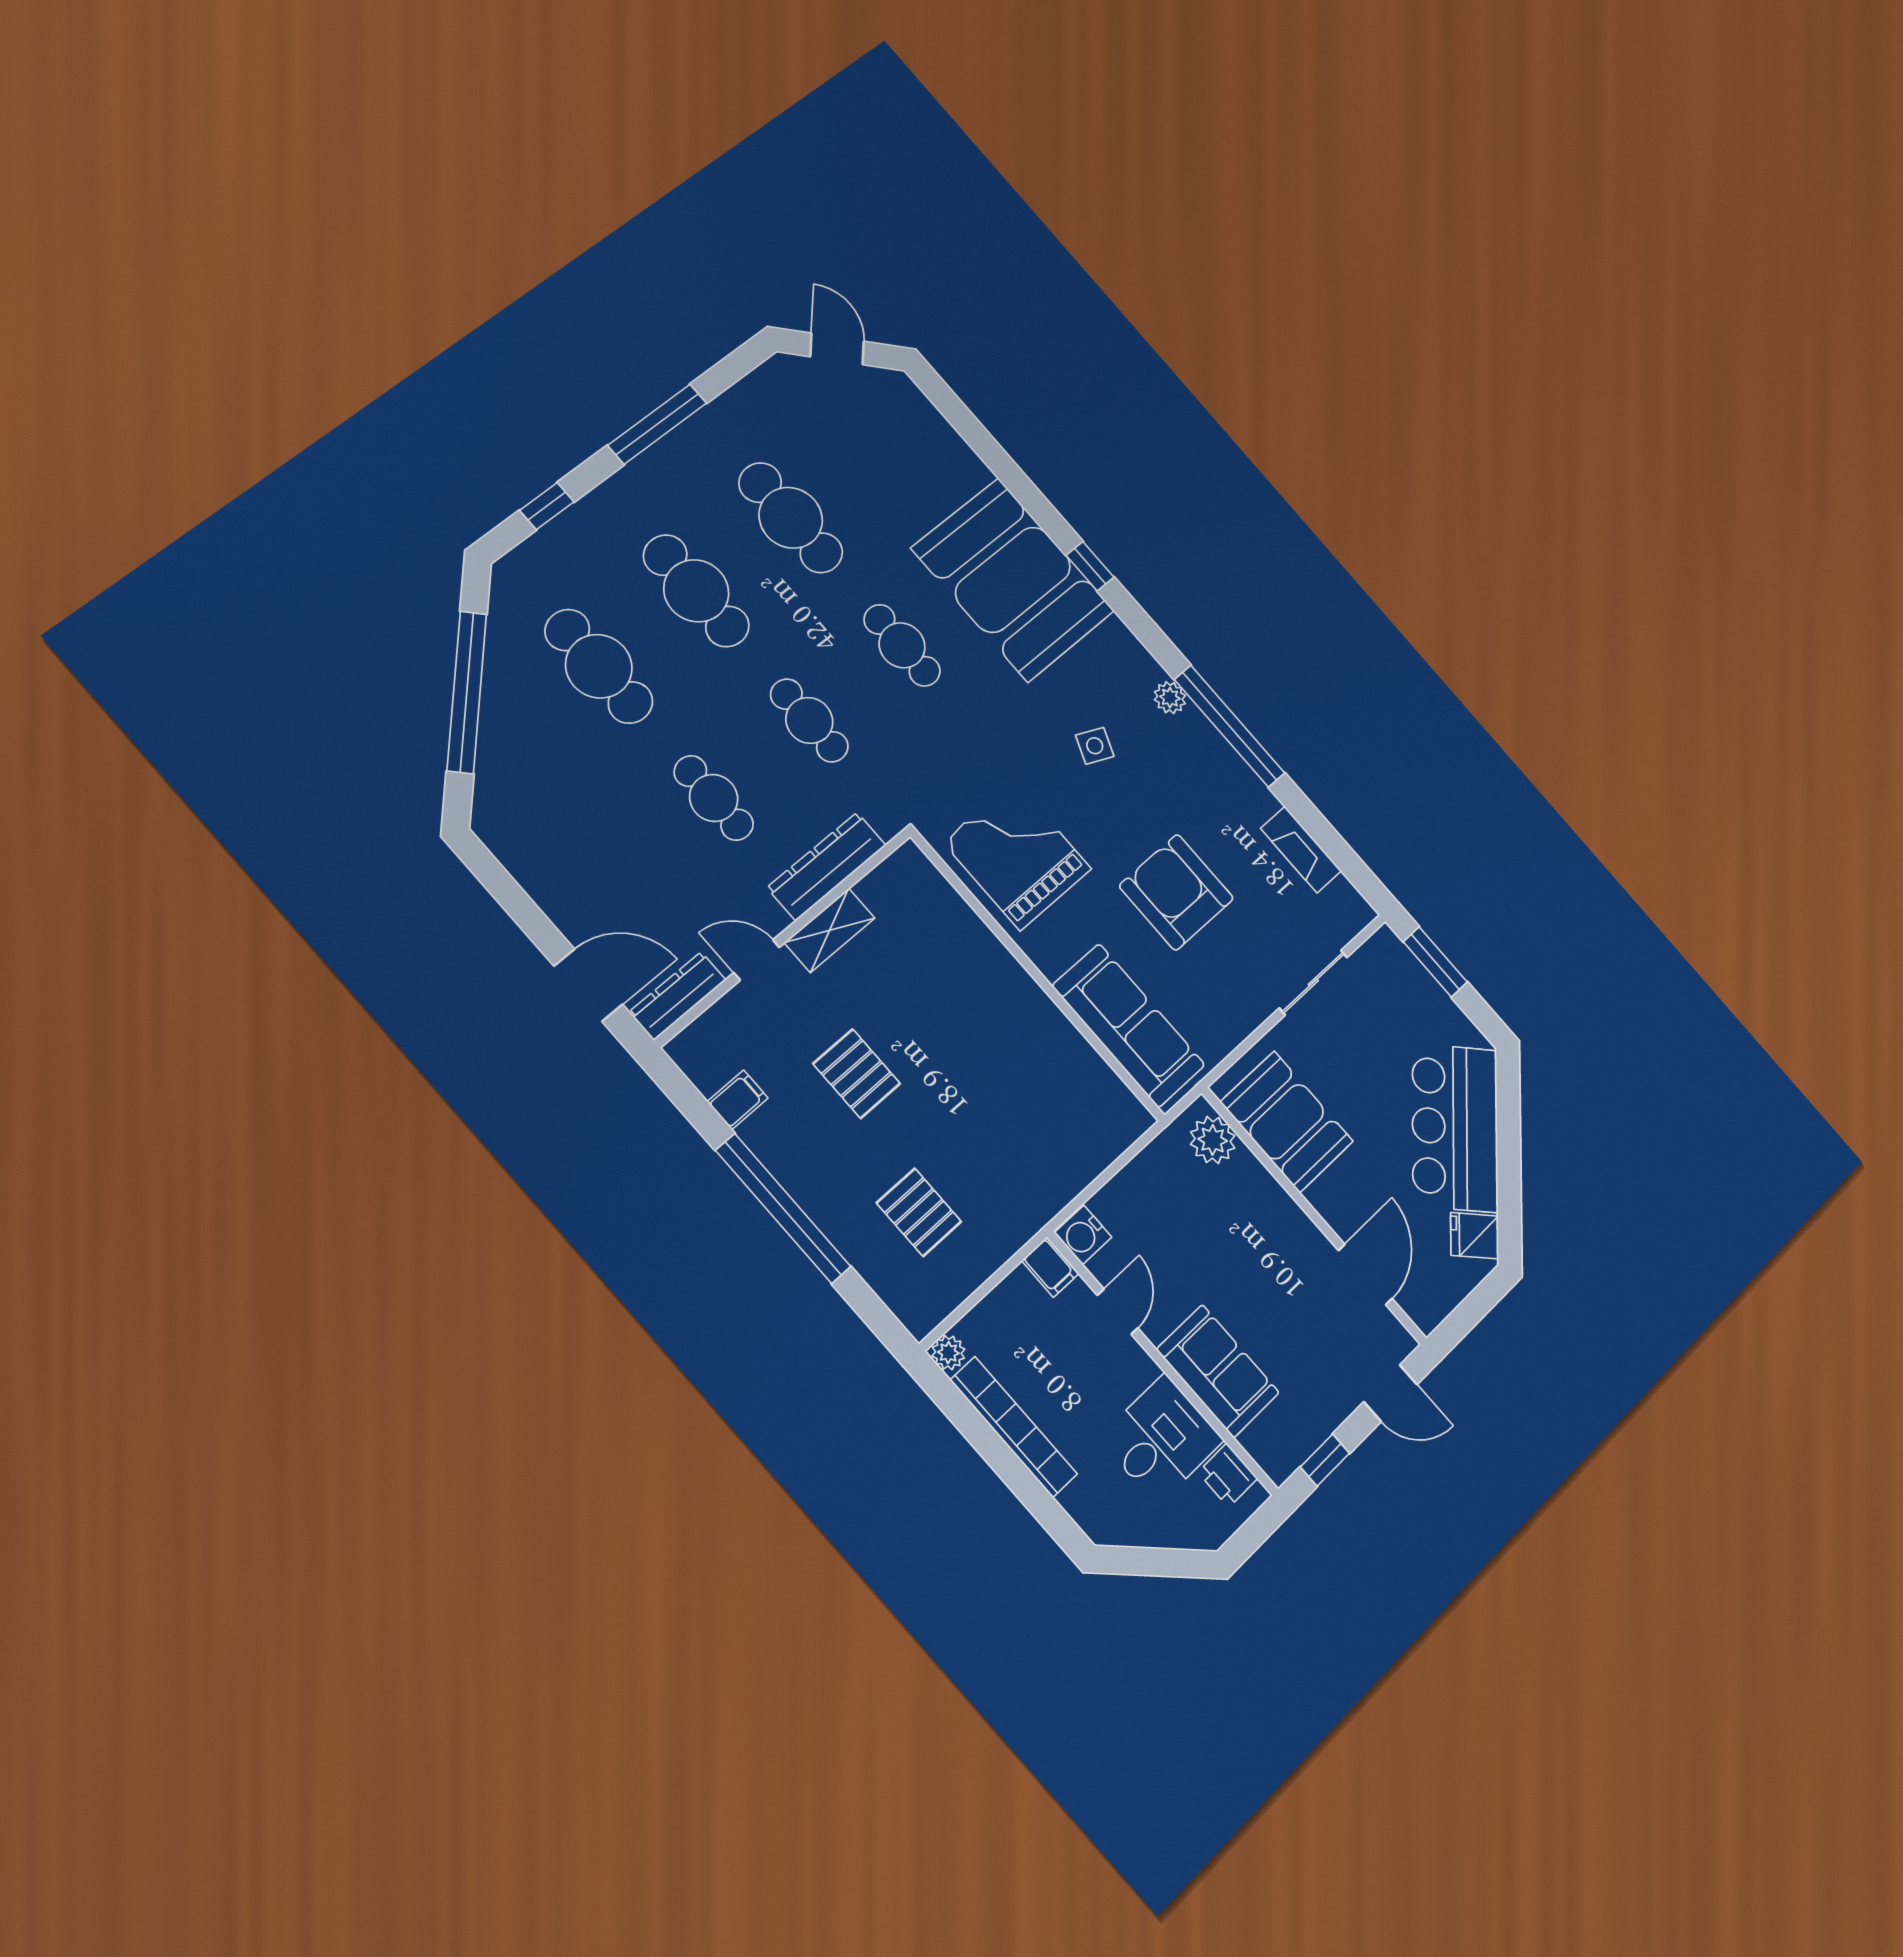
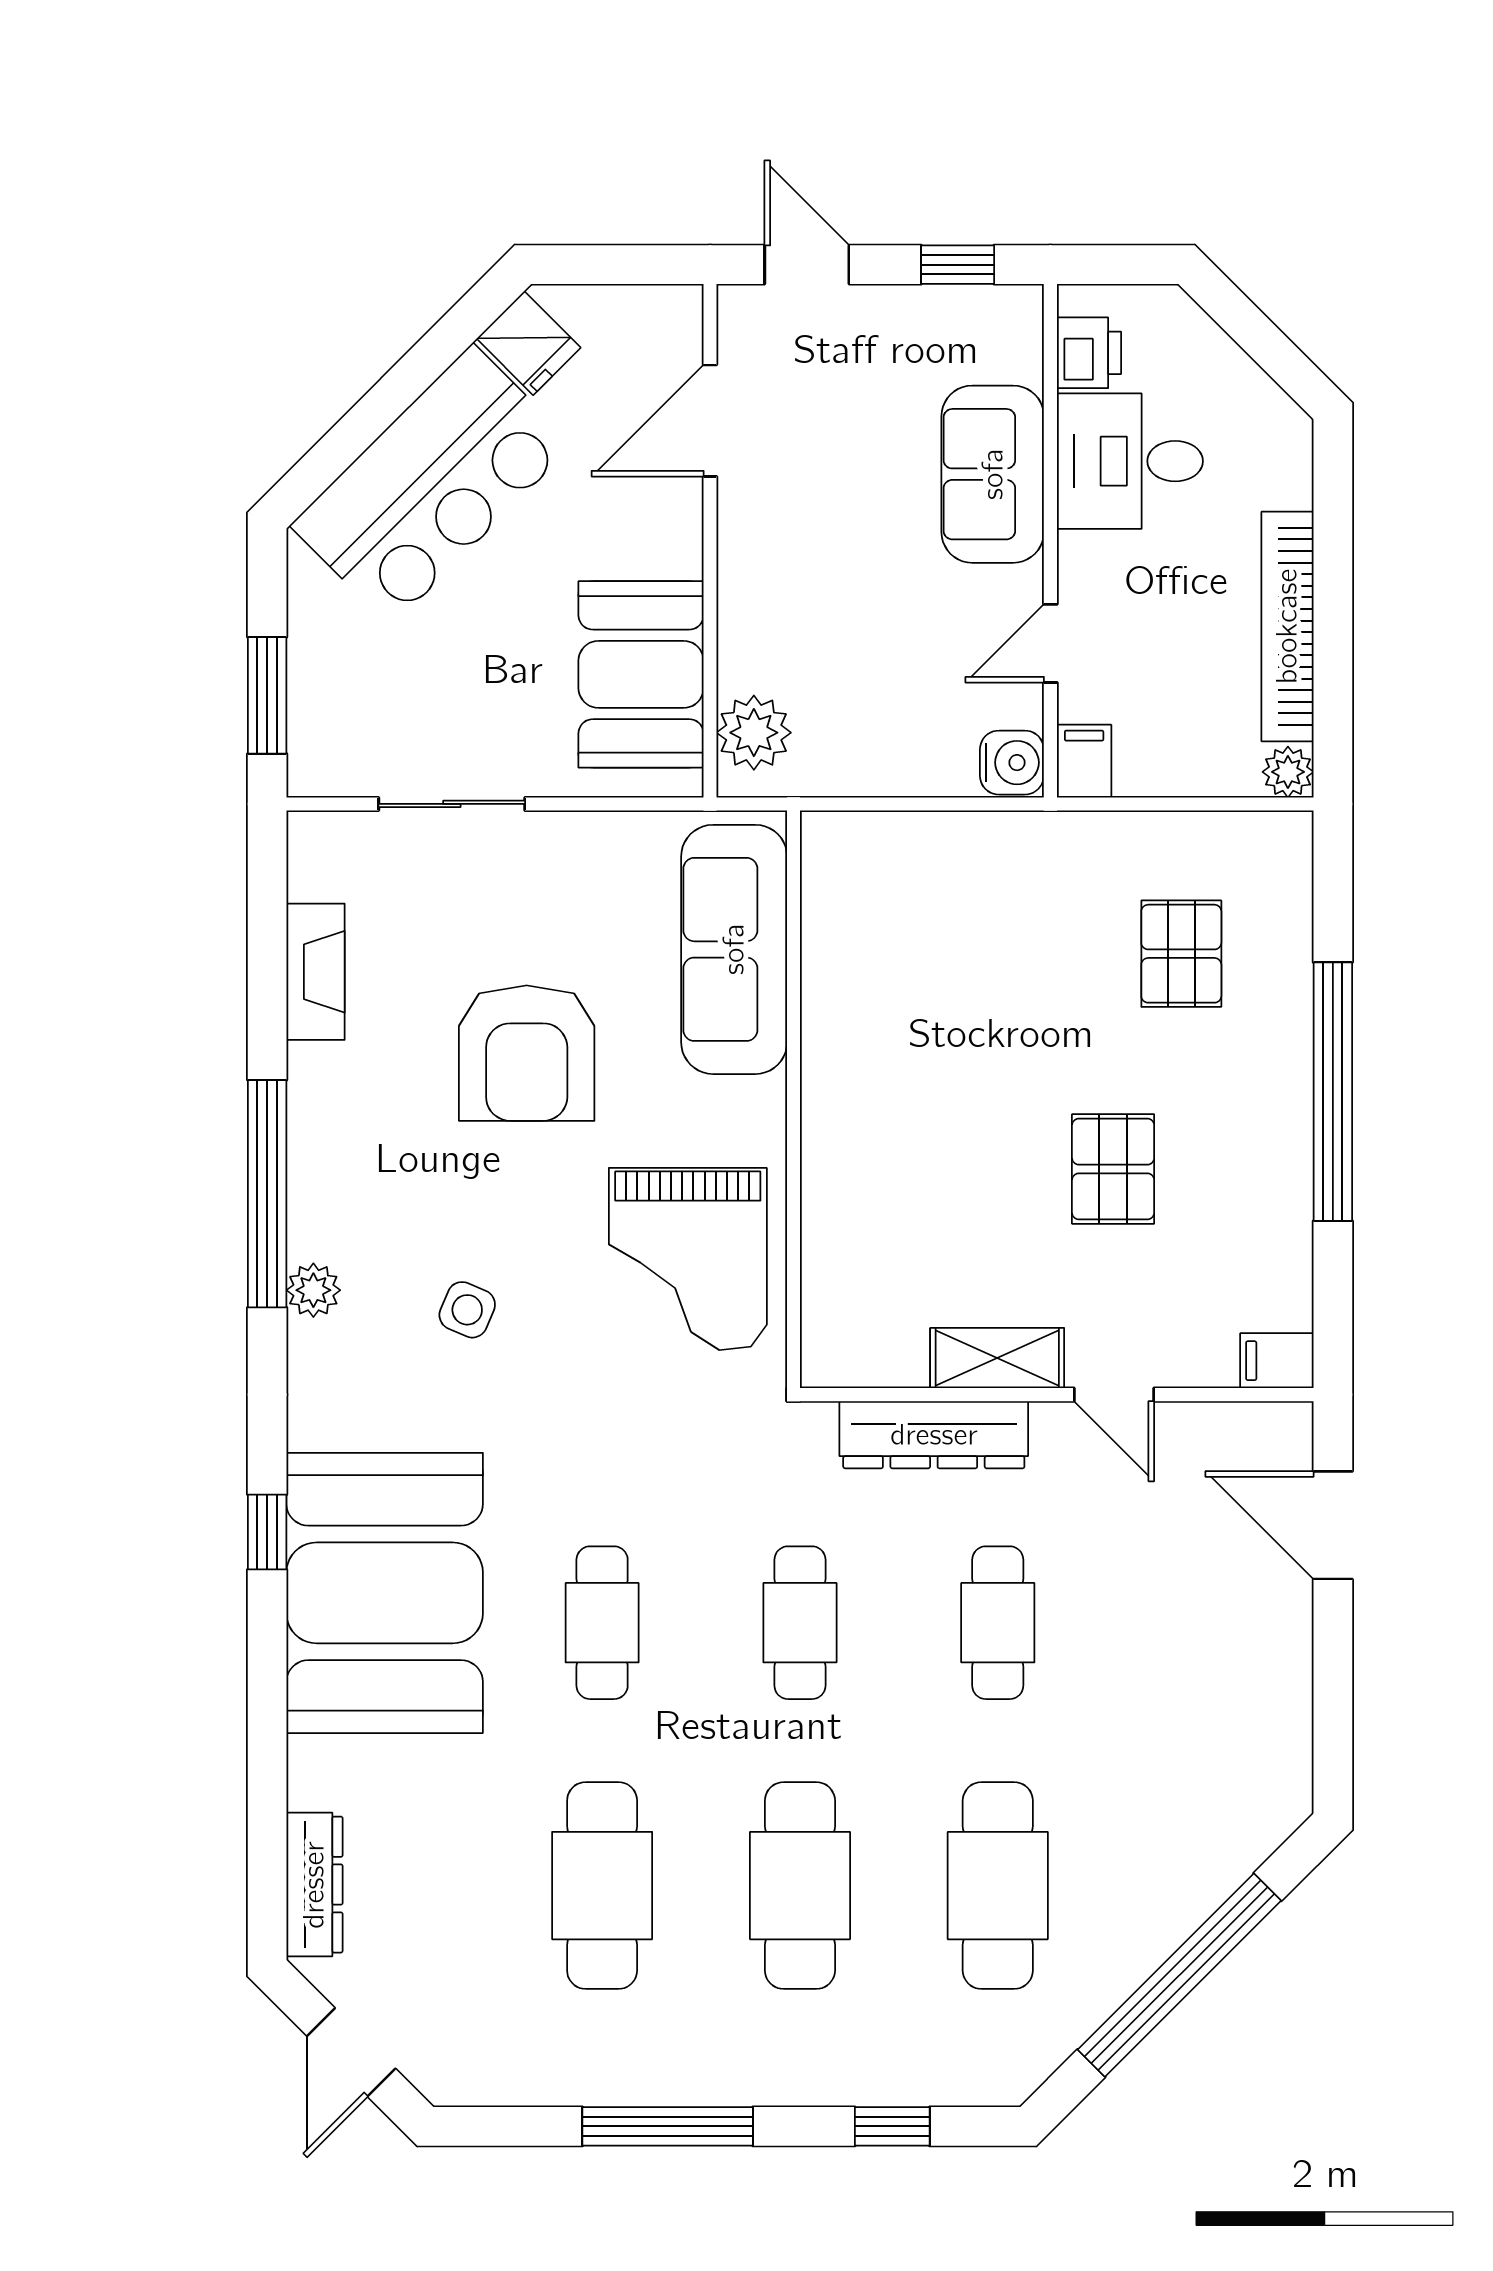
dresser: (678, 996) -> (314, 1885), moved, turned -90
filing cabinet: (738, 1100) -> (1277, 1361), moved

